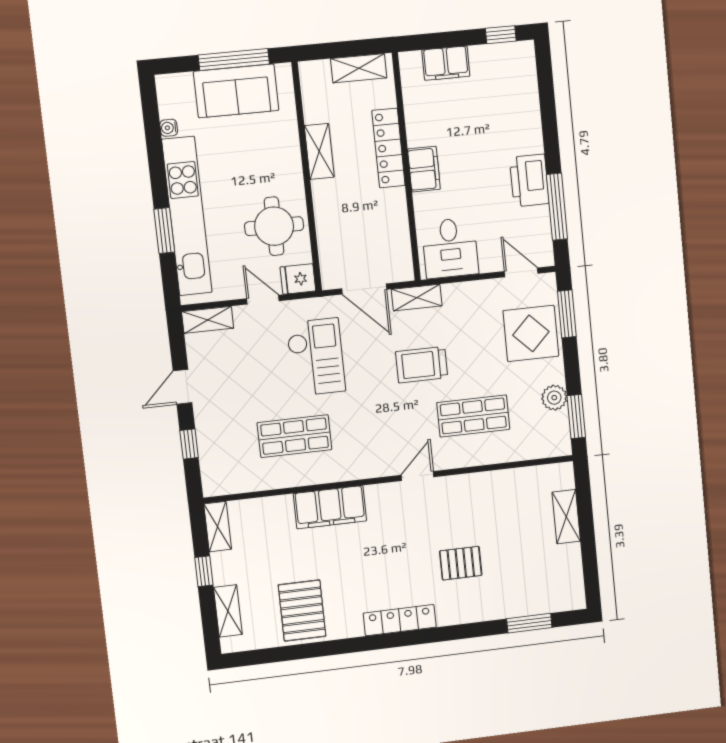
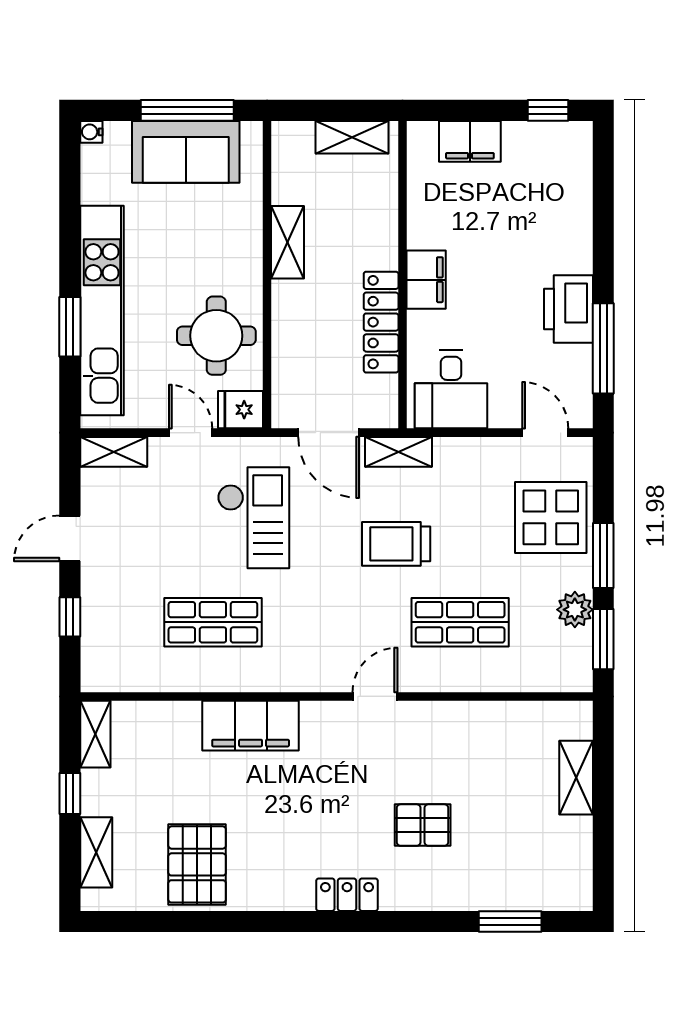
water cooler: (169, 128) -> (91, 132), moved
locker: (388, 148) -> (381, 322), moved
window: (567, 314) -> (603, 555), moved
locker: (400, 620) -> (347, 895), width x0.66

